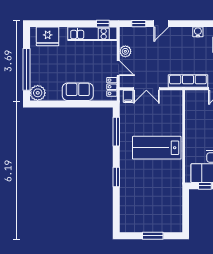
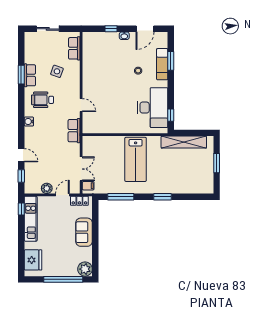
row of seats: (188, 81) -> (74, 131), width x0.68
shelving: (176, 200) -> (184, 142), added

